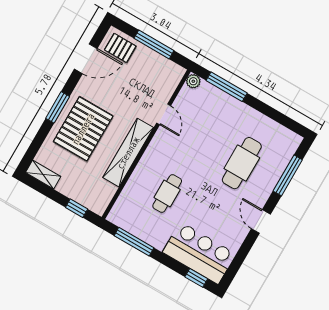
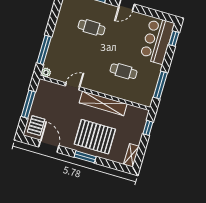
cafe table: (242, 163) -> (91, 27), width x0.73, depth x0.74

